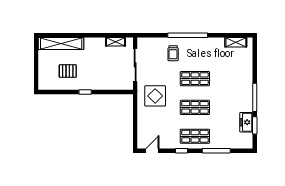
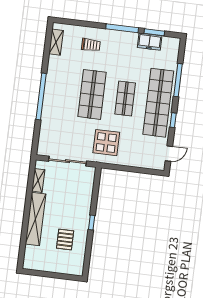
shelving: (61, 43) -> (35, 219), moved
trolley: (173, 53) -> (91, 45), moved
shop shelf: (195, 79) -> (92, 94), width x1.43, depth x1.36
shop shelf: (195, 136) -> (158, 103), width x2.00, depth x1.36
door: (152, 151) -> (169, 154), swing flipped

